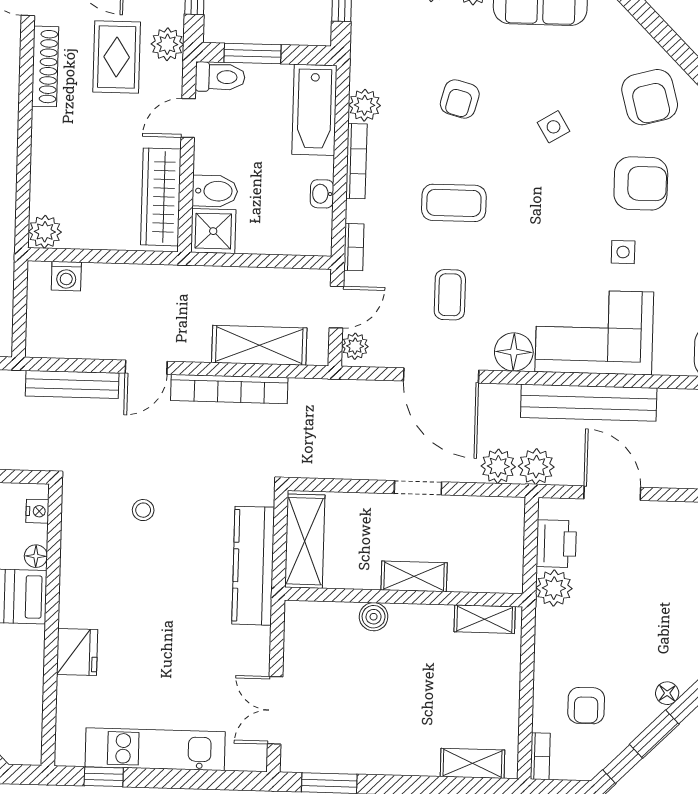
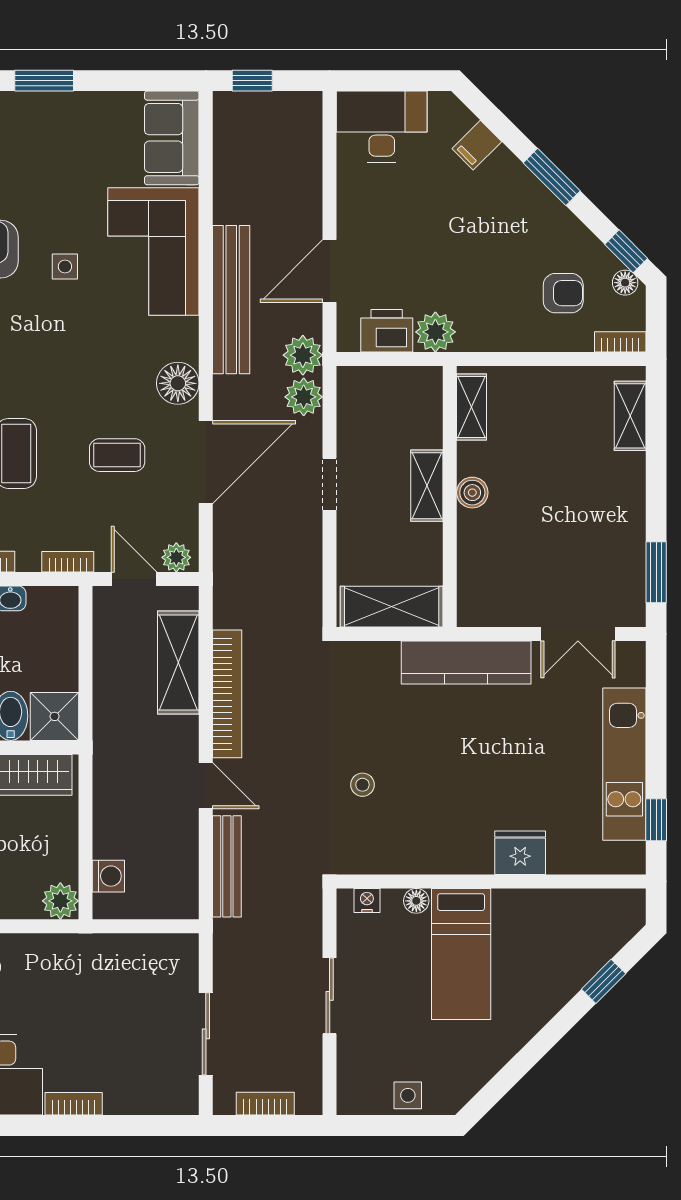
corner sofa: (594, 332) -> (153, 252), moved
kitchen counter: (253, 566) -> (466, 662), moved
boiler: (374, 617) -> (472, 493), moved
floor lamp: (667, 693) -> (625, 283), moved

